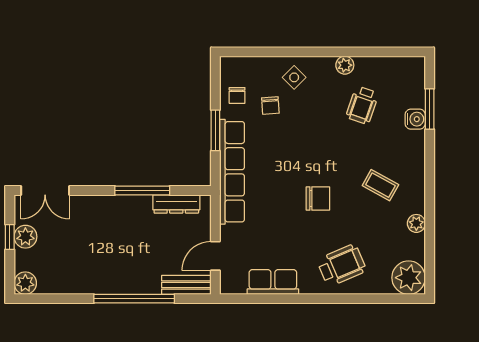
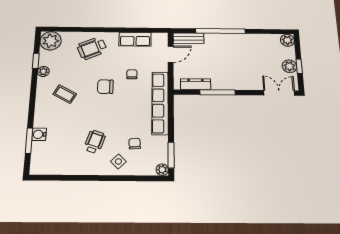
plant: (345, 65) -> (162, 170), moved
chair: (237, 95) -> (132, 74), moved
wheelchair: (362, 105) -> (95, 142), moved
window: (215, 130) -> (171, 155), moved
window: (430, 242) -> (36, 61), added

